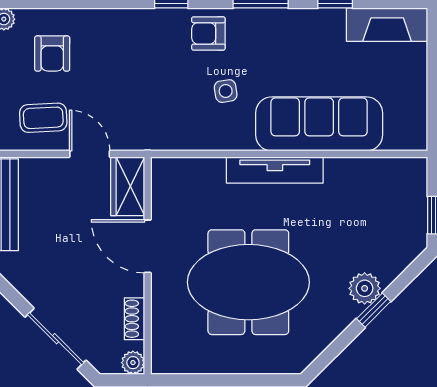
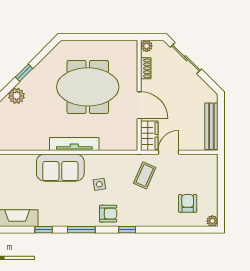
coffee table: (43, 118) -> (145, 175), moved, turned -63
sofa: (319, 124) -> (60, 168), width x0.73
door: (90, 154) -> (169, 152), swing flipped
plant: (365, 288) -> (17, 96), moved

